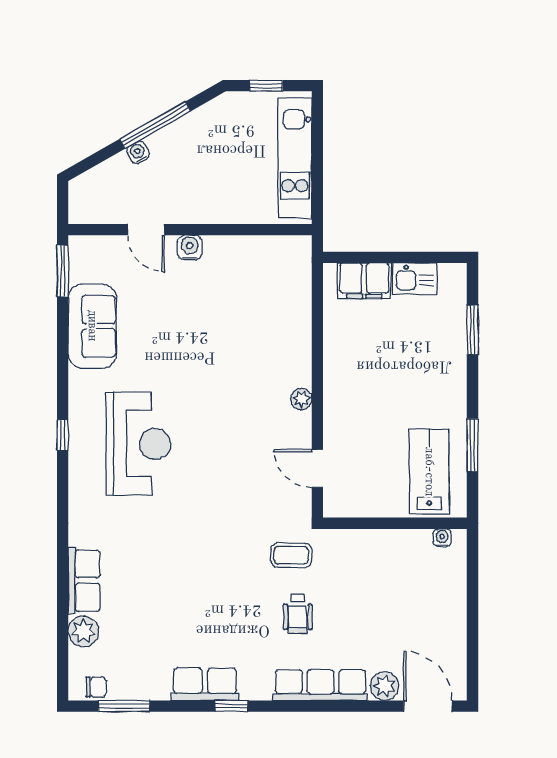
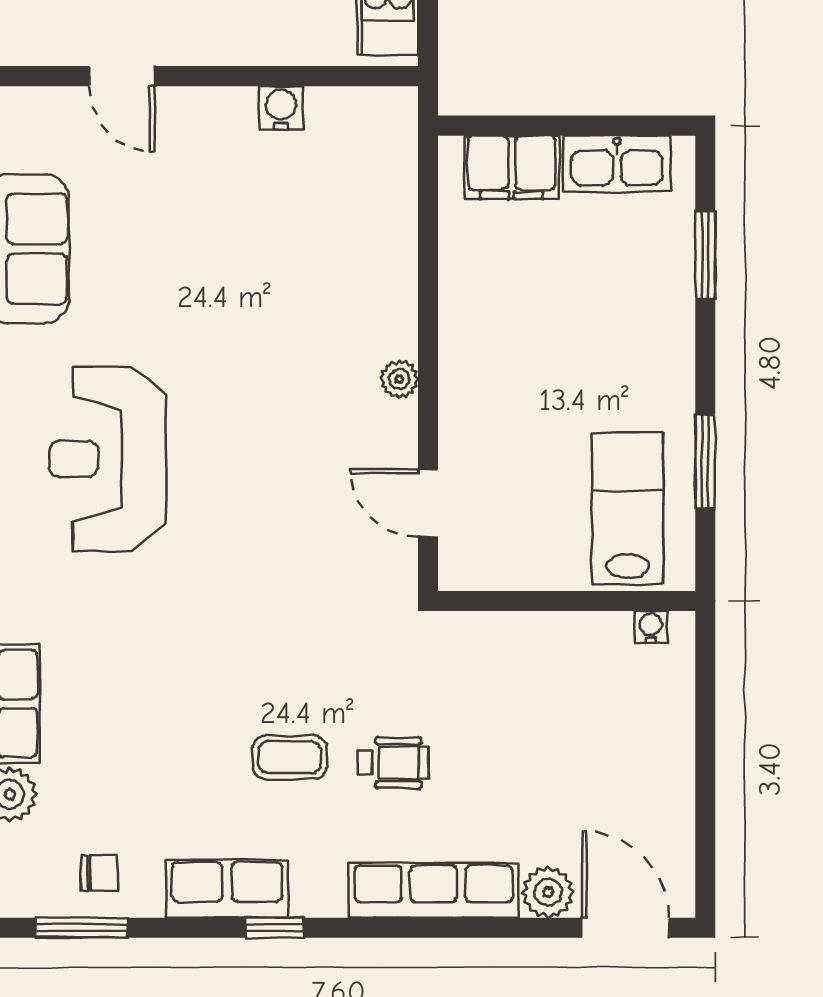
water cooler: (190, 247) -> (281, 108), moved
kitchen sink: (415, 279) -> (617, 164), width x1.38
reception desk: (138, 444) -> (108, 459), turned 180
coffee table: (291, 555) -> (290, 757), moved
wheelchair: (298, 614) -> (393, 763), turned -90
chair: (96, 687) -> (99, 873), moved

